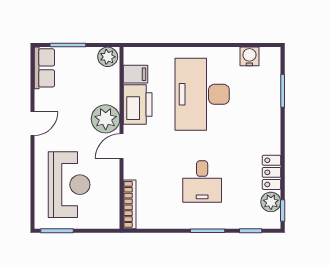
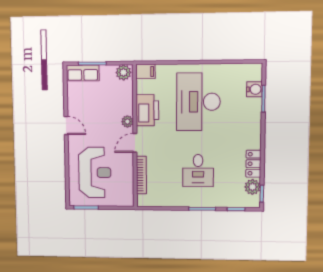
water cooler: (249, 56) -> (254, 89), moved, turned 90
row of seats: (44, 68) -> (83, 73), moved, turned 90
filing cabinet: (136, 74) -> (145, 72), moved
plant: (106, 119) -> (127, 122), width x0.53, depth x0.53
door: (33, 124) -> (66, 125), hinge flipped
bookcase: (130, 204) -> (141, 175), moved

